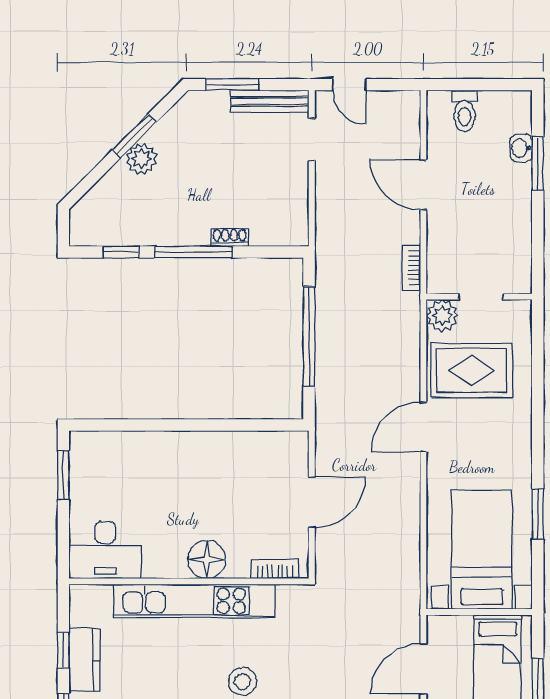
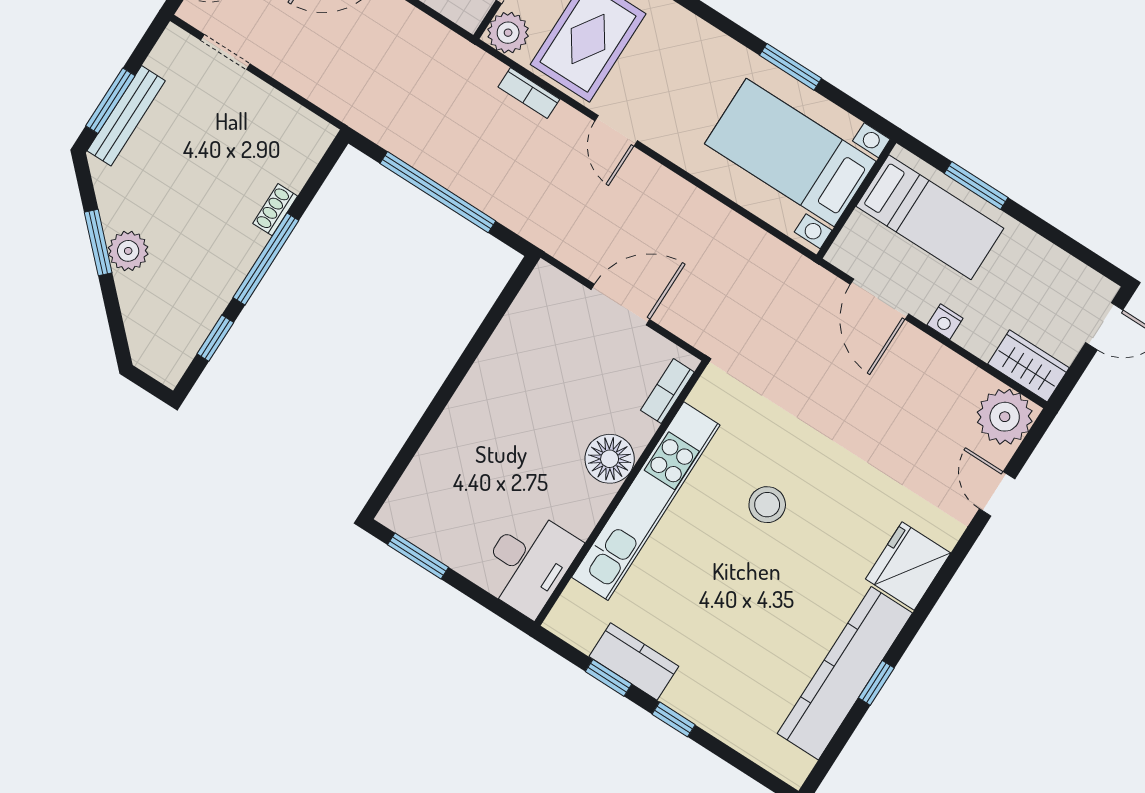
bench: (270, 101) -> (126, 116), moved
bookcase: (411, 268) -> (529, 93), moved
door: (423, 427) -> (616, 131), width x0.73
door: (312, 502) -> (620, 305), hinge flipped

